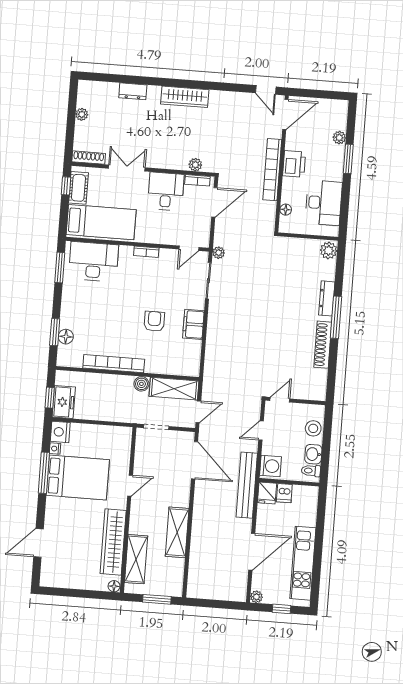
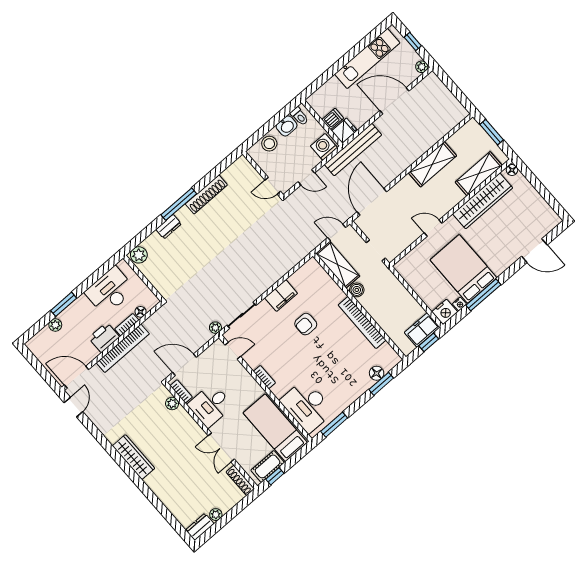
dresser: (133, 91) -> (200, 527), moved, turned -90
bookcase: (287, 190) -> (127, 325), added
dresser: (327, 298) -> (169, 227), width x0.70

